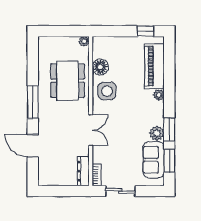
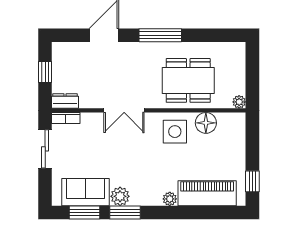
dresser: (83, 171) -> (65, 101), width x0.70
window: (61, 191) -> (45, 72), added

